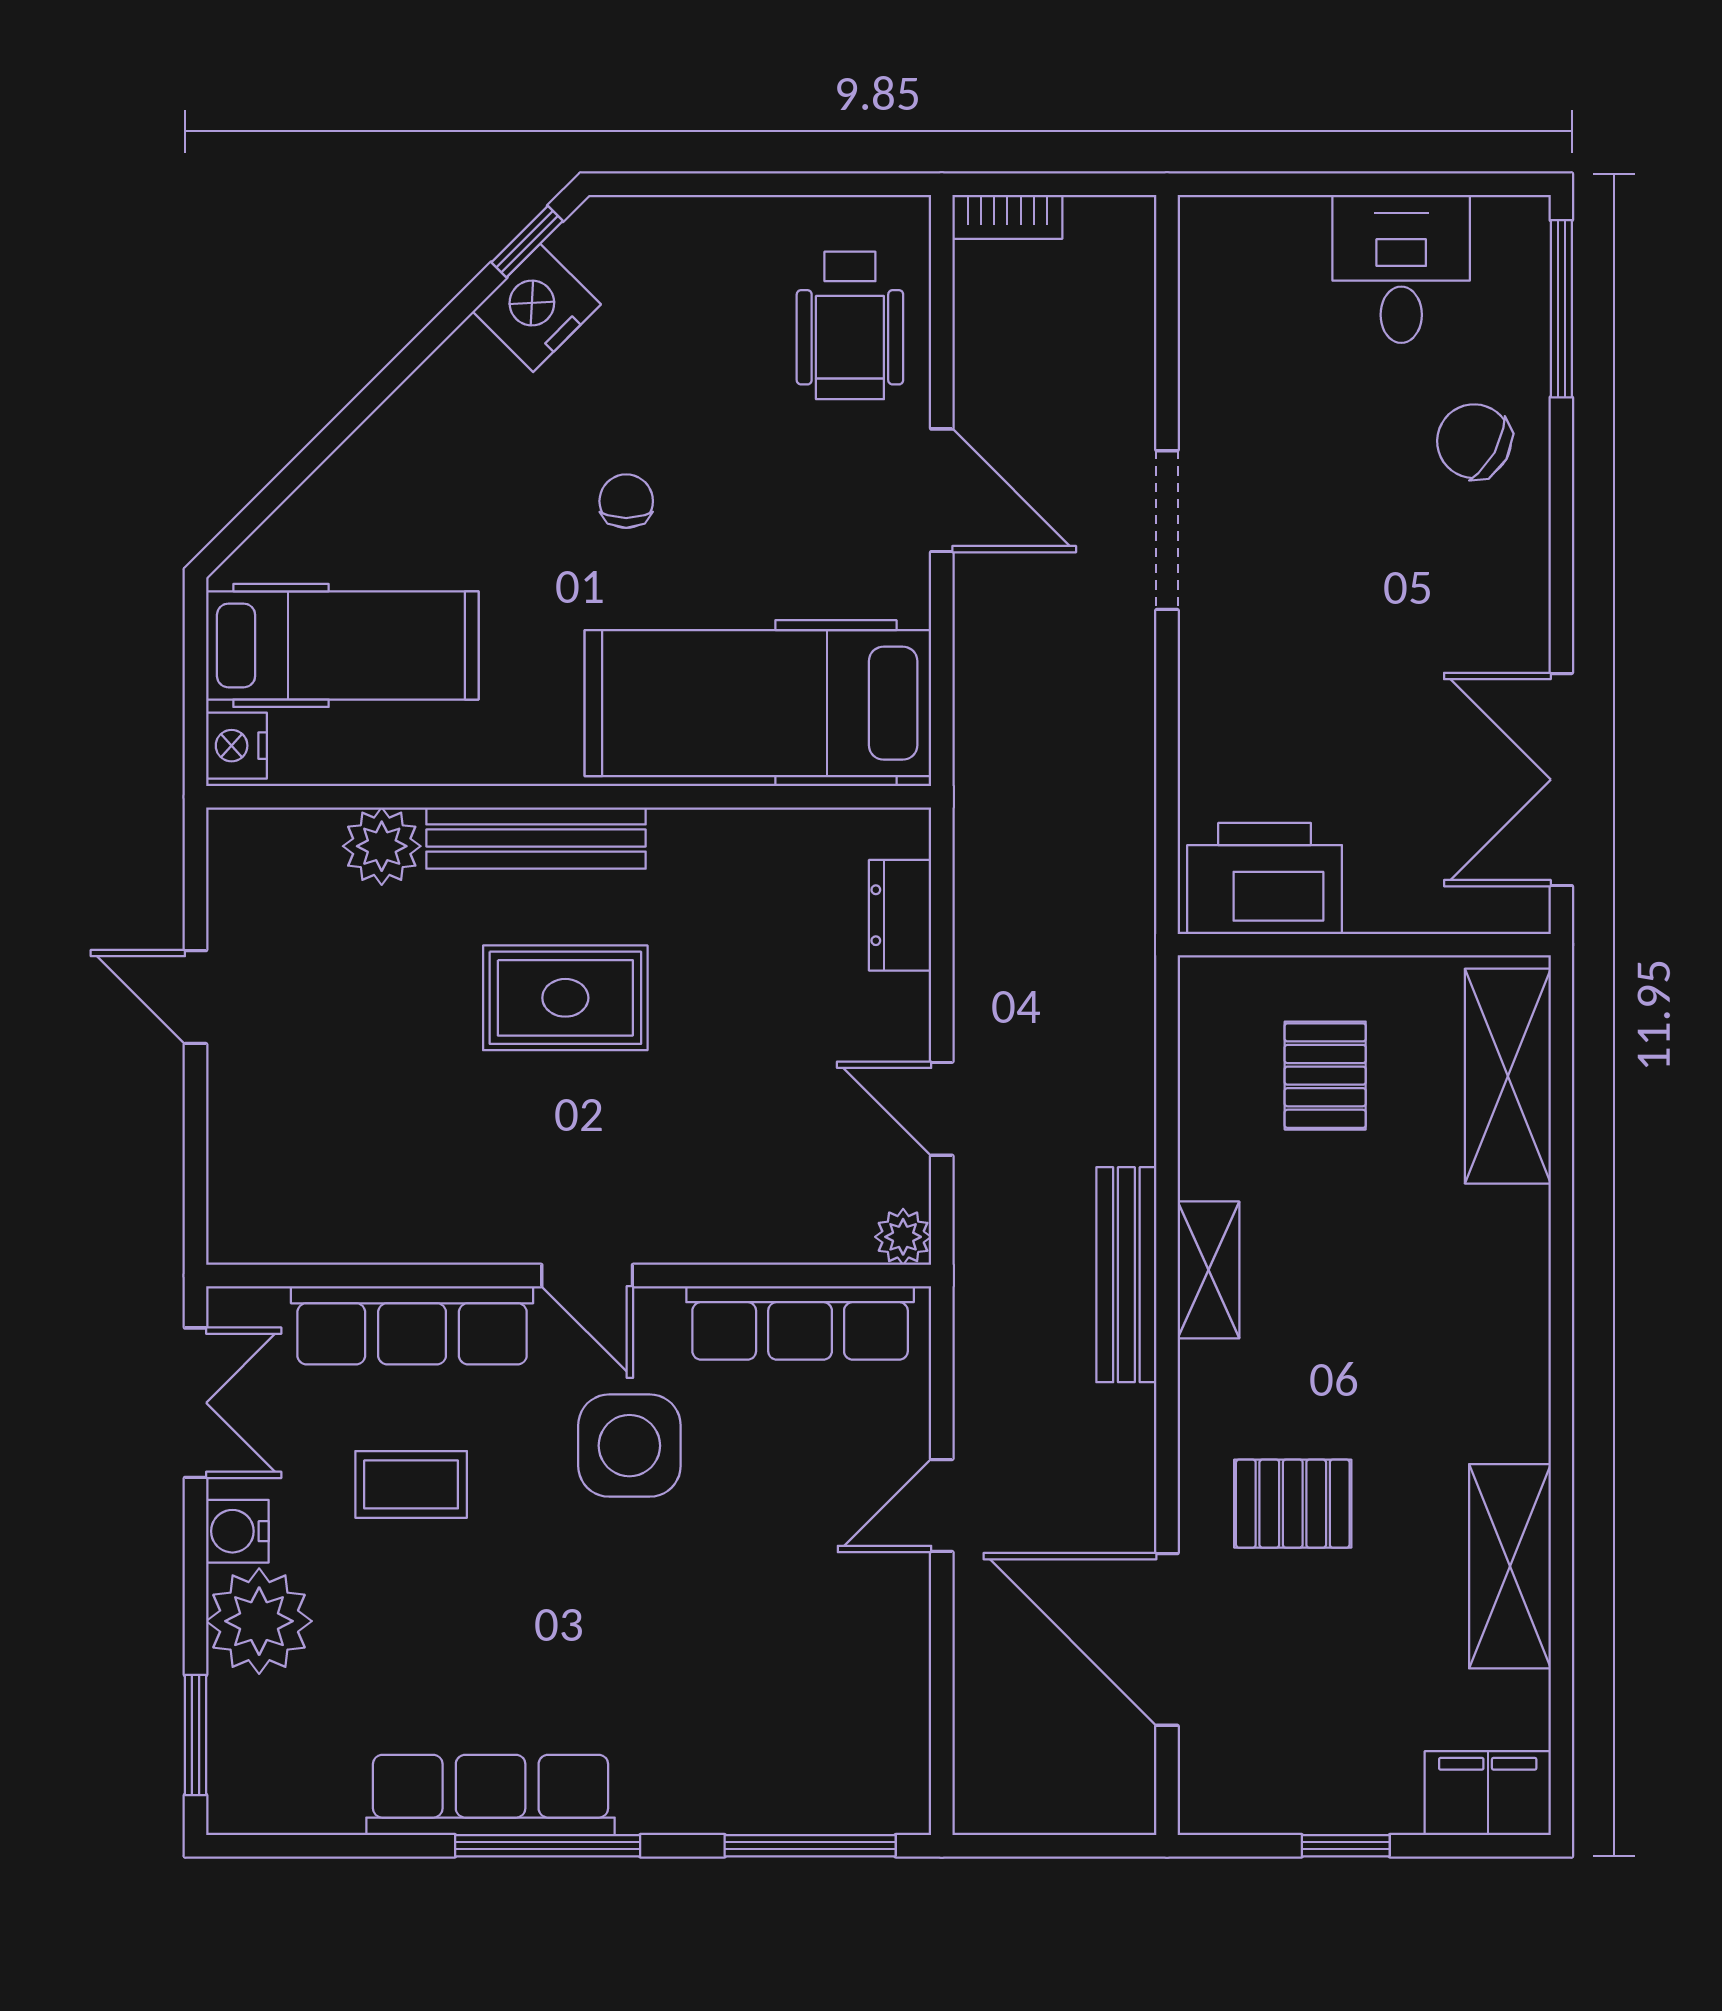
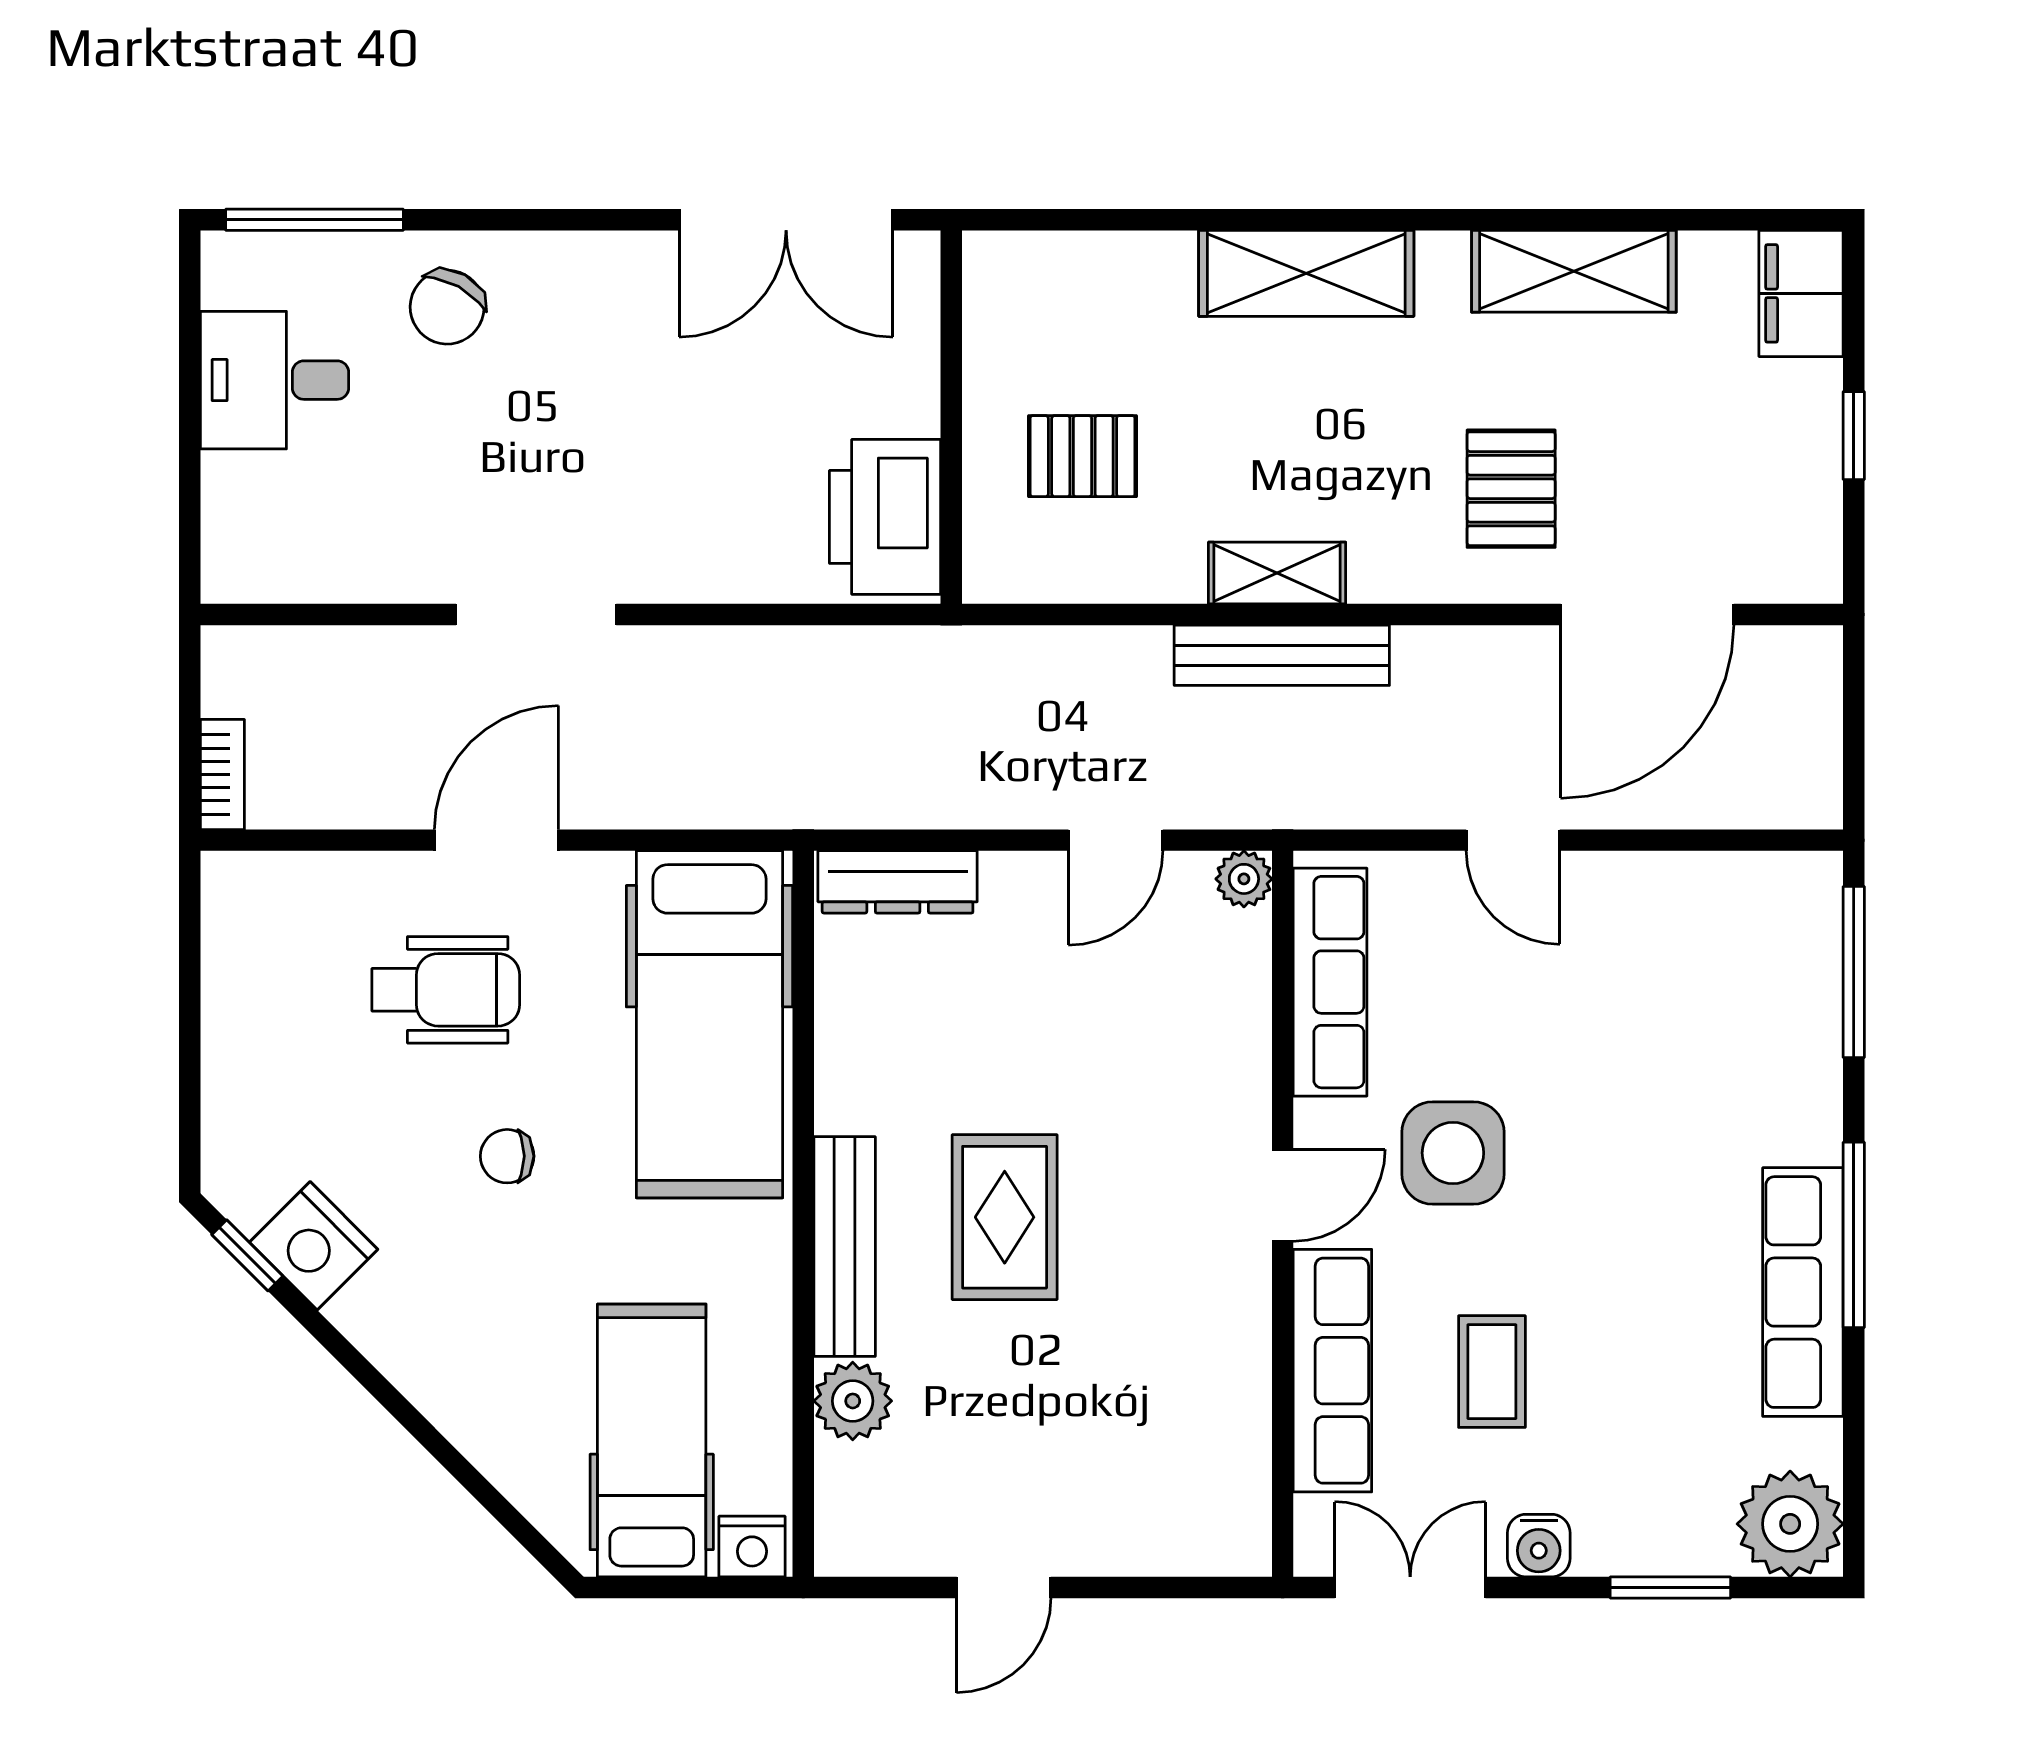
wheelchair: (850, 325) -> (446, 990), moved
dresser: (900, 915) -> (898, 882), width x1.44
shelving: (1508, 1076) -> (1306, 273), moved
plant: (259, 1621) -> (1790, 1524), moved
window: (195, 1735) -> (1670, 1588), moved

